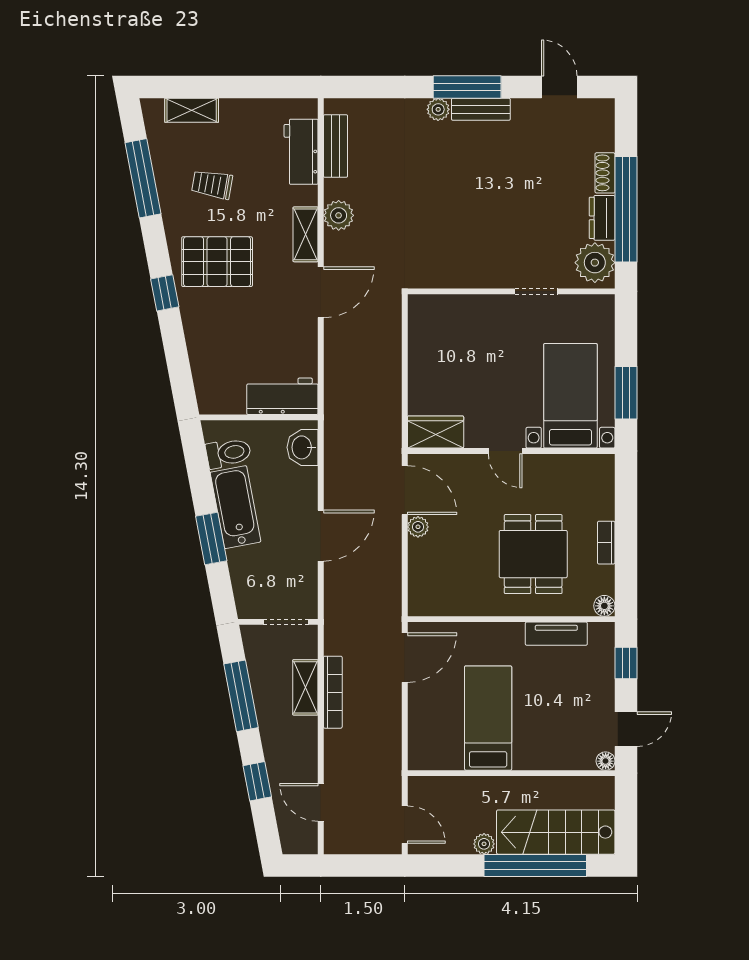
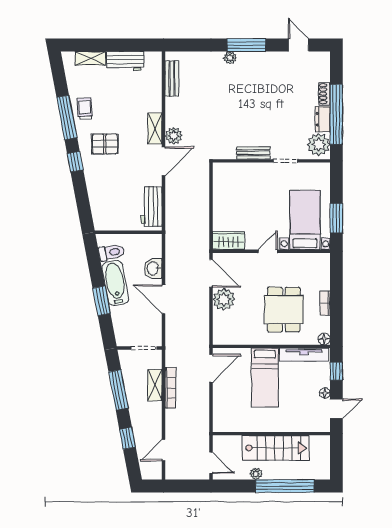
bench: (481, 109) -> (253, 153), moved
workbench: (301, 152) -> (125, 61), moved, turned -90
window: (143, 178) -> (67, 117), moved
trolley: (212, 184) -> (85, 109), moved, turned 76
plant: (339, 215) -> (174, 136), moved
pallet: (217, 262) -> (105, 144), width x0.67, depth x0.71
workbench: (282, 396) -> (152, 207), moved, turned -90
washbasin: (303, 447) -> (153, 269), moved
door: (505, 451) -> (268, 251), swing flipped
plant: (418, 527) -> (224, 299), width x1.88, depth x1.88
door: (321, 536) -> (163, 299), swing flipped
tv unit: (556, 634) -> (304, 355), width x1.41
bed: (488, 718) -> (265, 378), moved, turned 180
floor lamp: (606, 761) -> (325, 393), moved
door: (321, 802) -> (163, 450), hinge flipped
stairs: (556, 832) -> (276, 448), moved, turned 180

